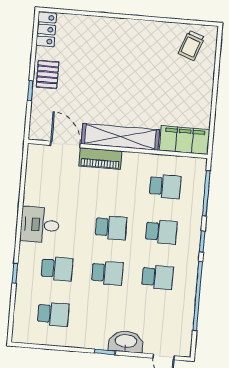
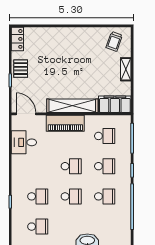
shelving: (205, 89) -> (126, 69), added
door: (65, 144) -> (26, 114), moved
piano: (100, 159) -> (65, 123), width x1.37, depth x1.33
desk: (40, 225) -> (24, 142), moved

